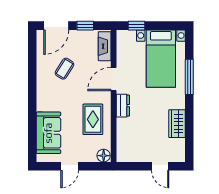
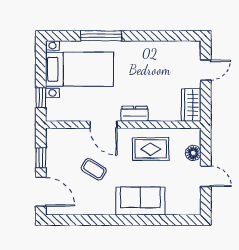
fireplace: (105, 46) -> (65, 135), removed
coffee table: (65, 69) -> (94, 169), moved
wardrobe: (177, 124) -> (191, 105), moved, turned 90
sofa: (48, 133) -> (140, 201), moved
floor lamp: (104, 156) -> (193, 153), moved

